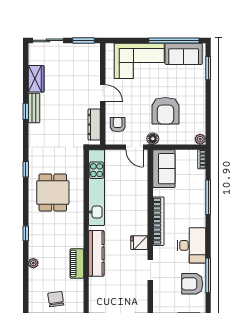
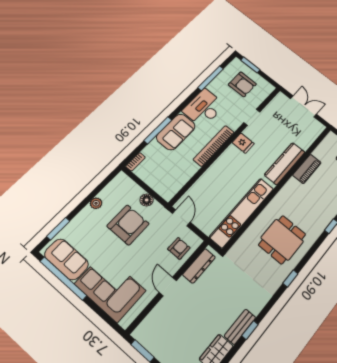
armchair: (118, 125) -> (179, 248), turned 180
floor lamp: (153, 139) -> (147, 200), moved
plant: (200, 139) -> (96, 203), moved
sofa: (164, 169) -> (176, 132), moved, turned 180
armchair: (192, 284) -> (242, 84), moved

